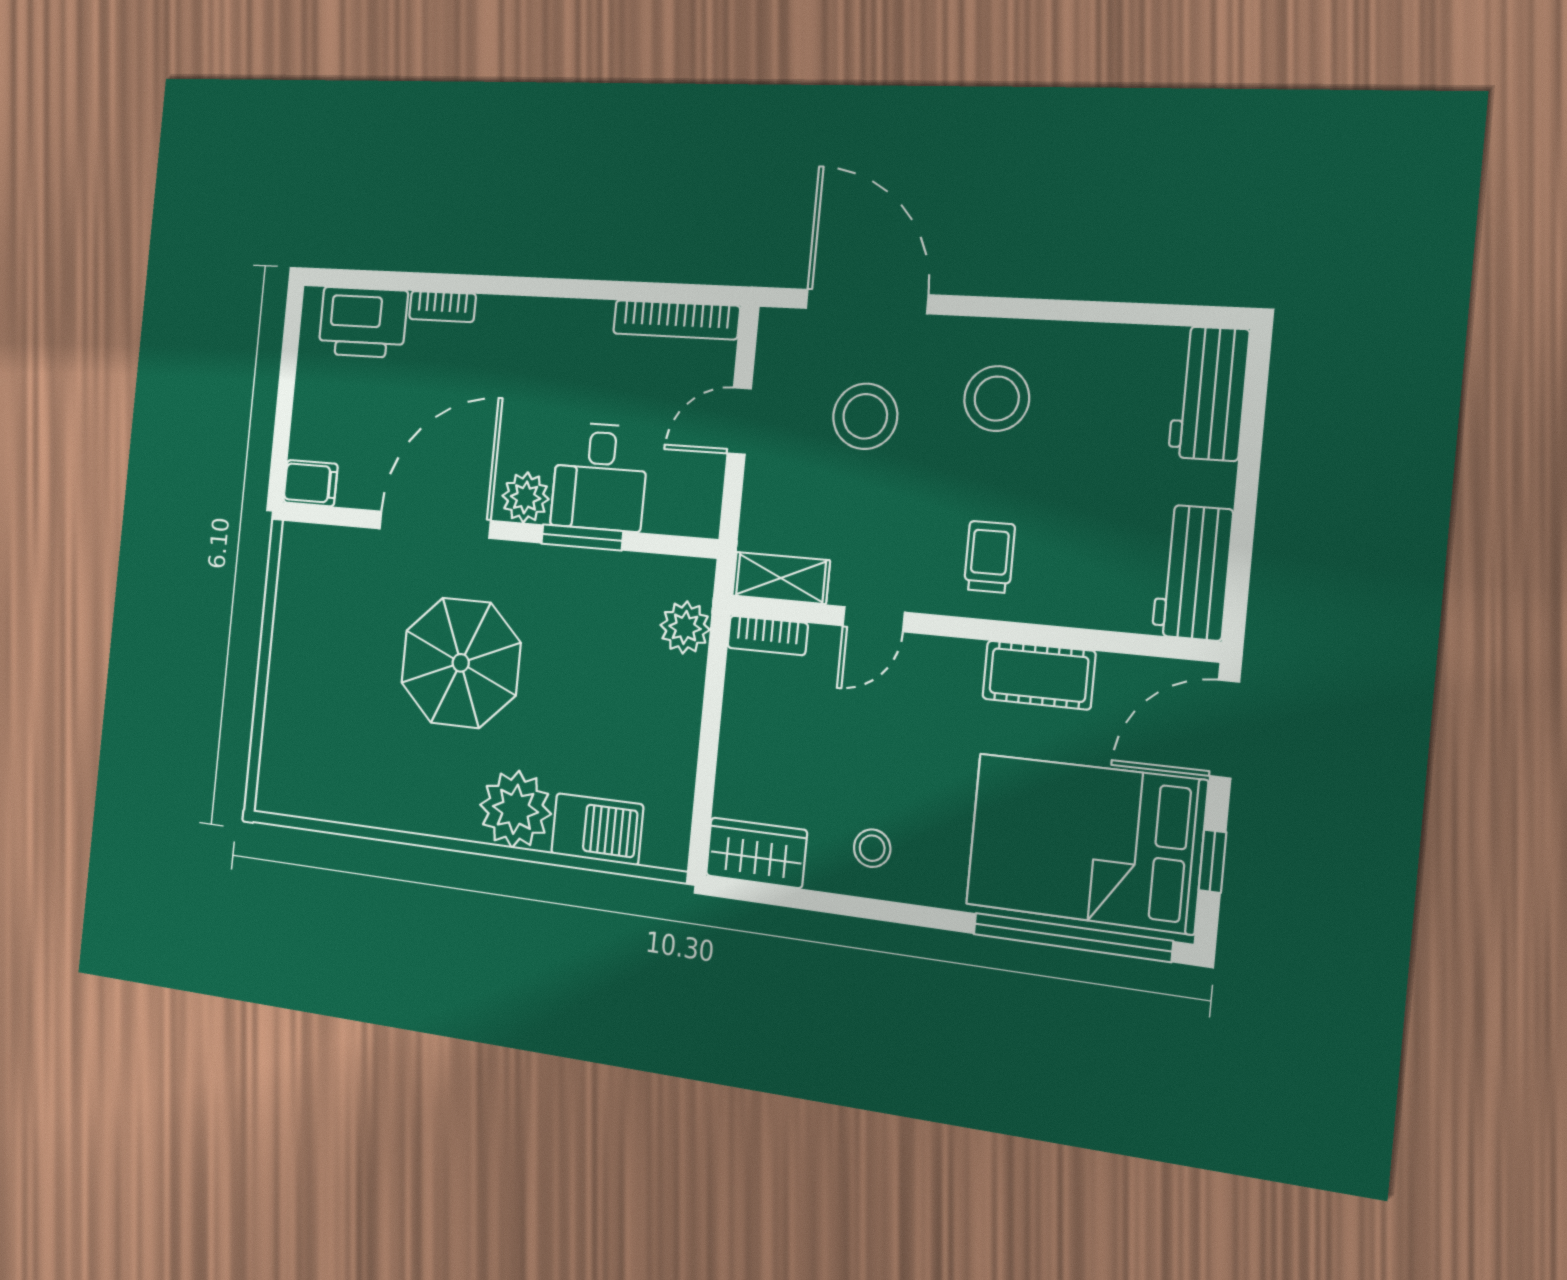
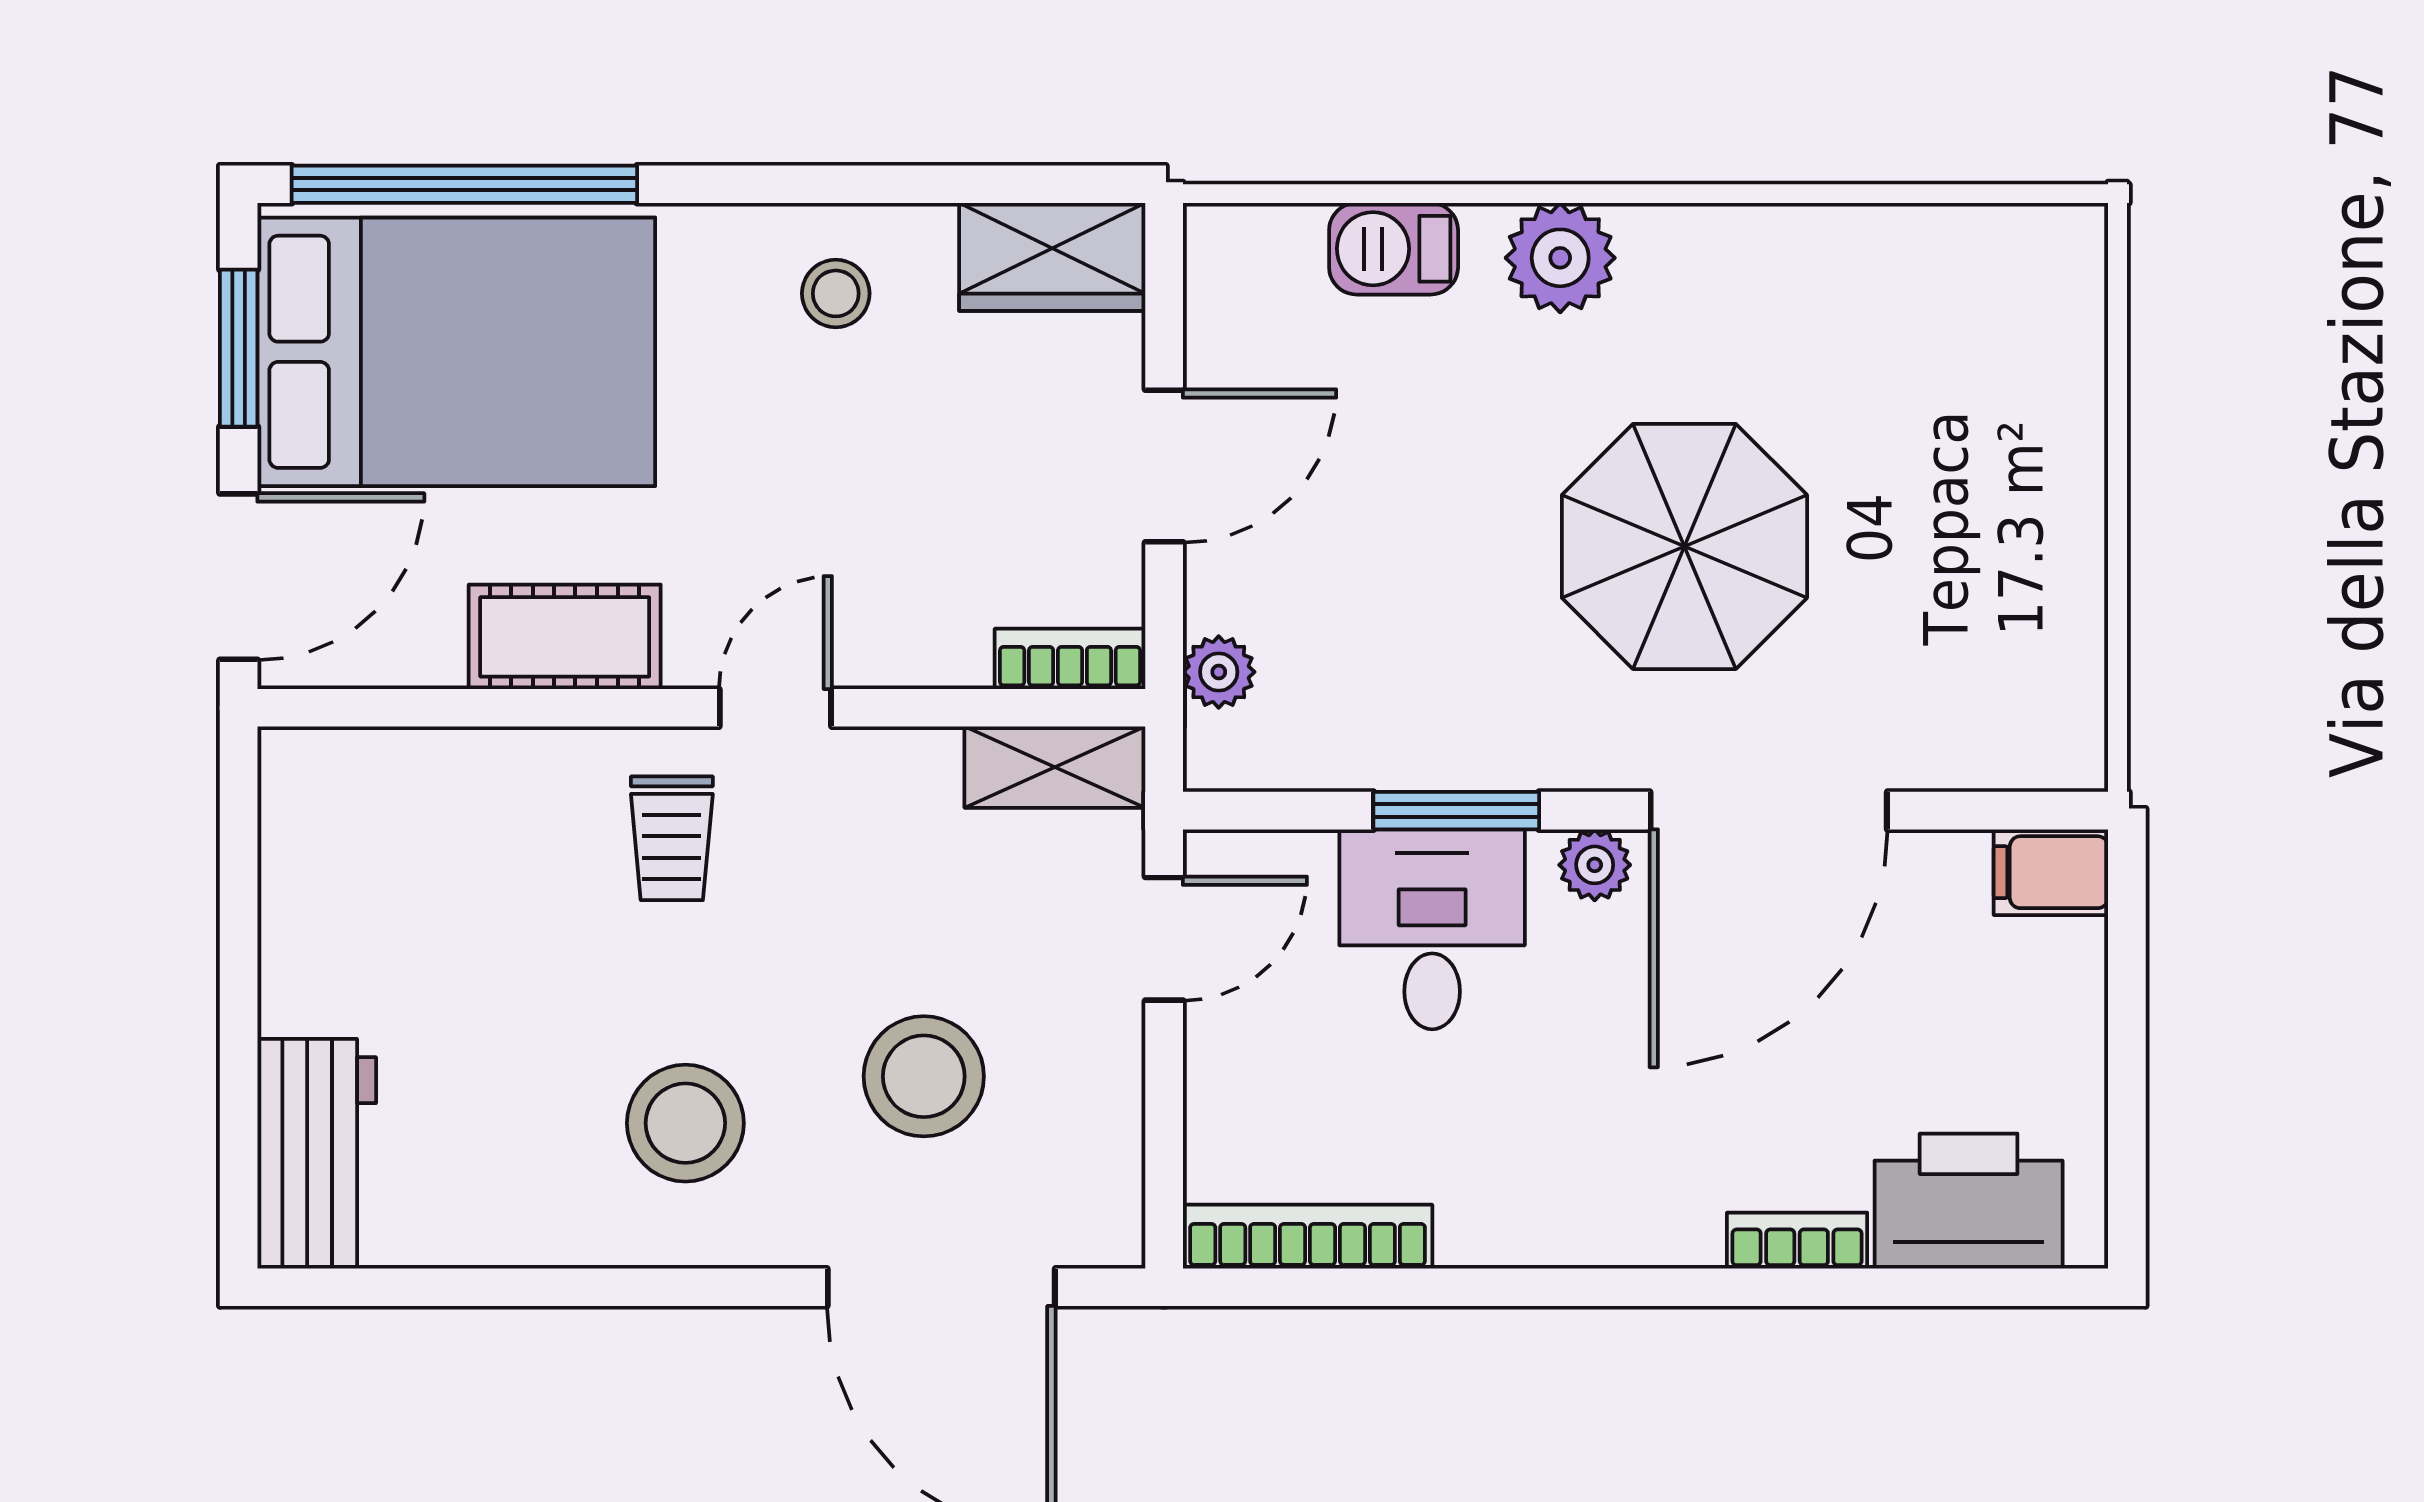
door: (739, 421) -> (1164, 939), moved
plant: (525, 497) -> (1595, 865), width x0.73, depth x0.73
workbench: (1192, 572) -> (317, 841), removed
door: (874, 619) -> (775, 708), moved
plant: (685, 627) -> (1219, 672), width x0.73, depth x0.73
door: (710, 733) -> (1164, 466), added
plant: (515, 809) -> (1560, 258), width x0.73, depth x0.73
barbecue: (597, 829) -> (1394, 249), width x0.73, depth x0.79
window: (1212, 861) -> (239, 348), width x1.50

